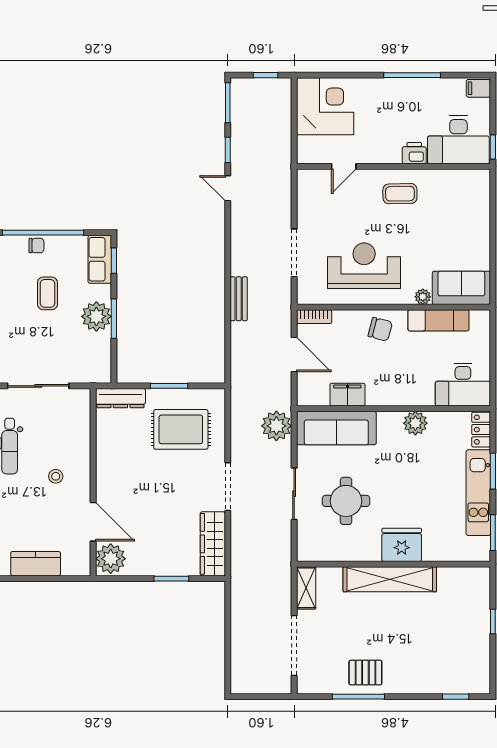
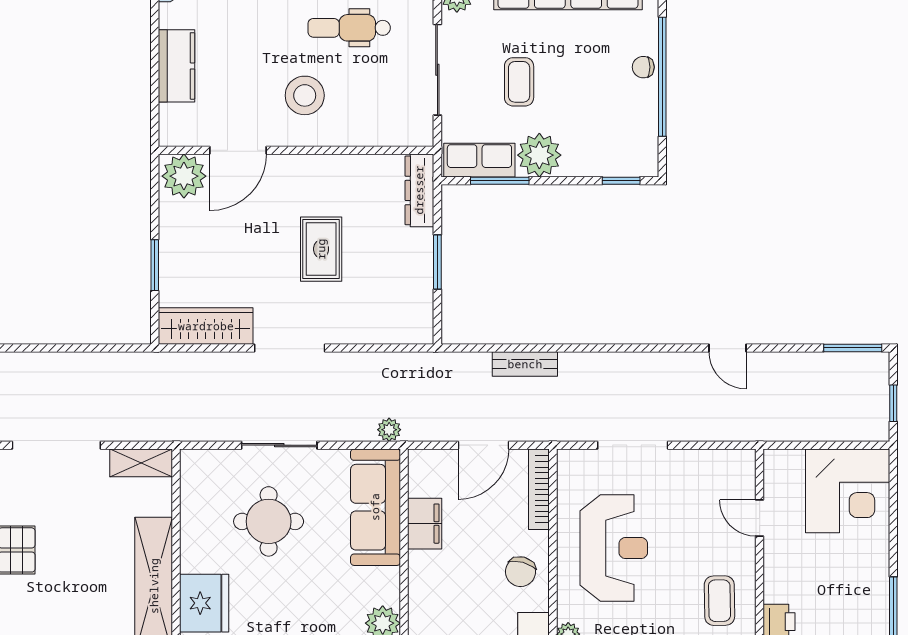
window: (228, 150) -> (784, 348), removed
door: (228, 188) -> (727, 348), swing flipped
chair: (36, 246) -> (643, 67), turned 90
row of seats: (100, 259) -> (479, 160), moved
coffee table: (47, 293) -> (519, 82), moved, turned 90
bench: (239, 299) -> (525, 364), moved
bookcase: (314, 317) -> (539, 489), width x1.56
window: (114, 319) -> (500, 181), moved
plant: (276, 426) -> (389, 430), width x0.53, depth x0.53
rug: (181, 429) -> (321, 249), moved, width x0.73, depth x0.70
stool: (56, 476) -> (305, 95), width x1.89, depth x1.89

